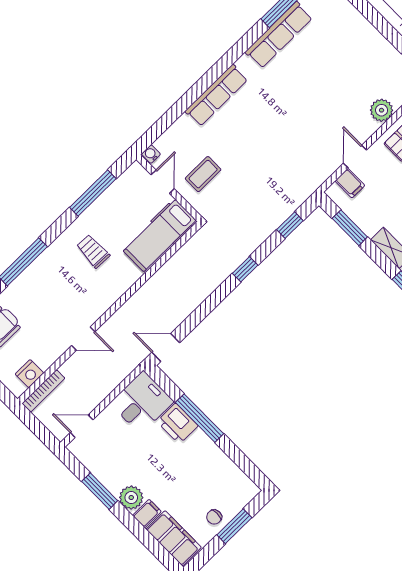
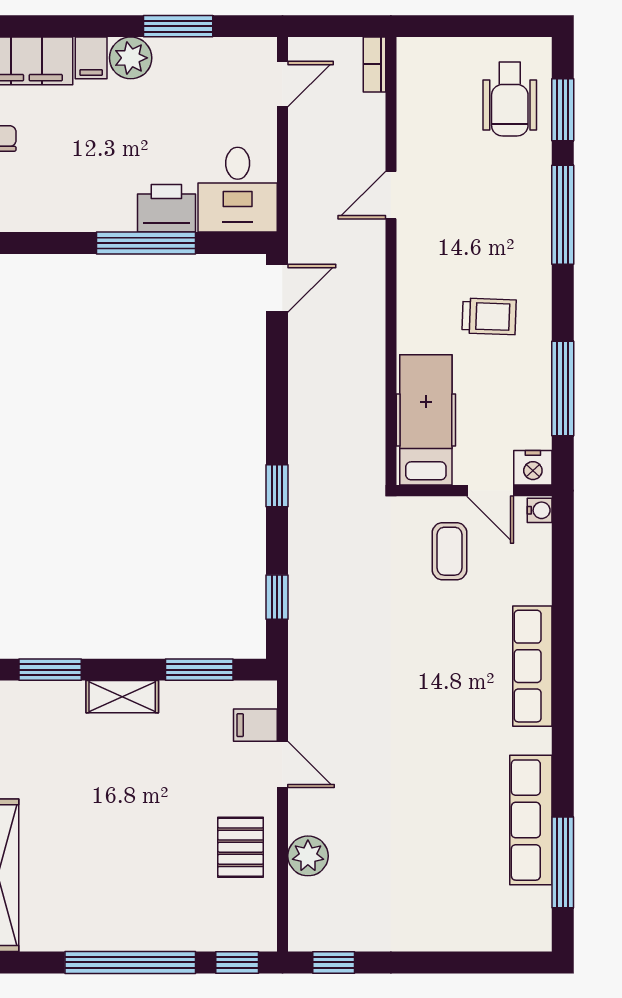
nightstand: (29, 374) -> (533, 468), moved, turned -90
bookcase: (43, 391) -> (375, 64), width x0.64

